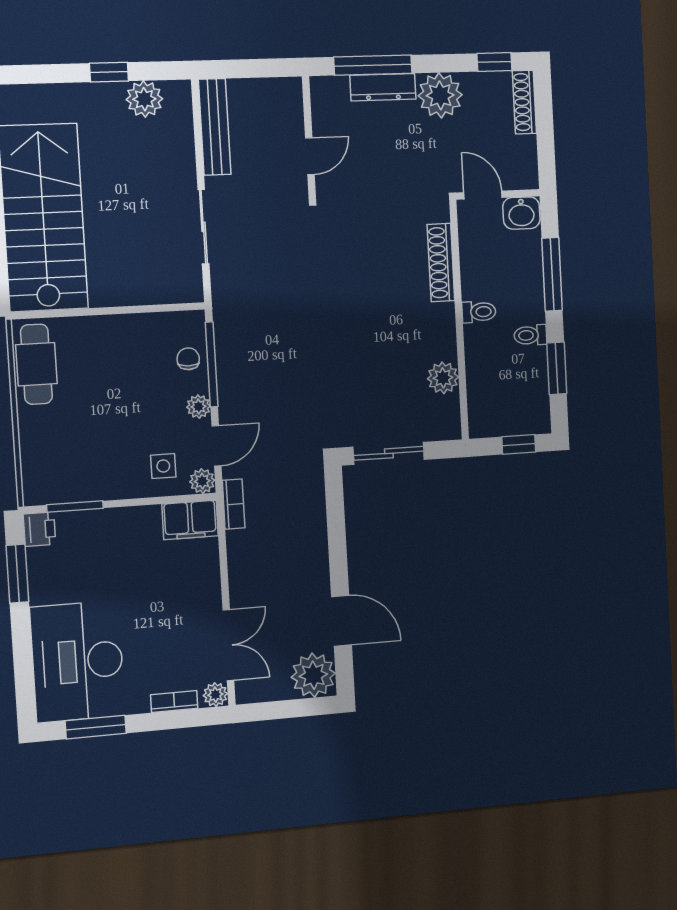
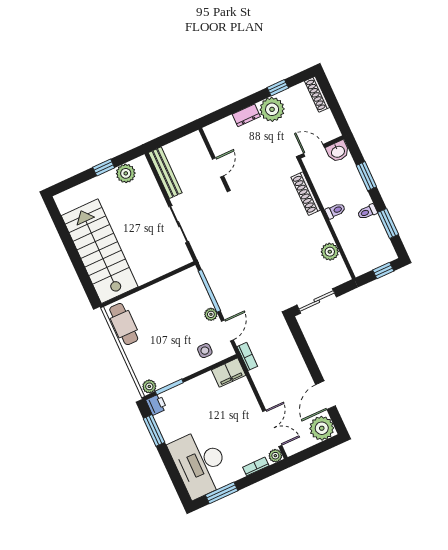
window: (494, 62) -> (278, 88), moved
window: (373, 65) -> (232, 109), removed
dresser: (383, 87) -> (246, 115), width x0.70
window: (552, 274) -> (366, 176), width x0.69
chair: (188, 359) -> (197, 293), removed
plant: (202, 481) -> (149, 386), moved
door: (341, 621) -> (325, 395), swing flipped

